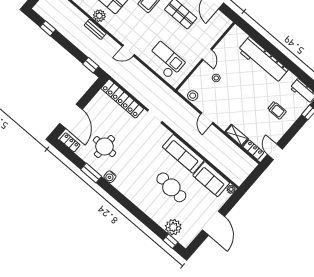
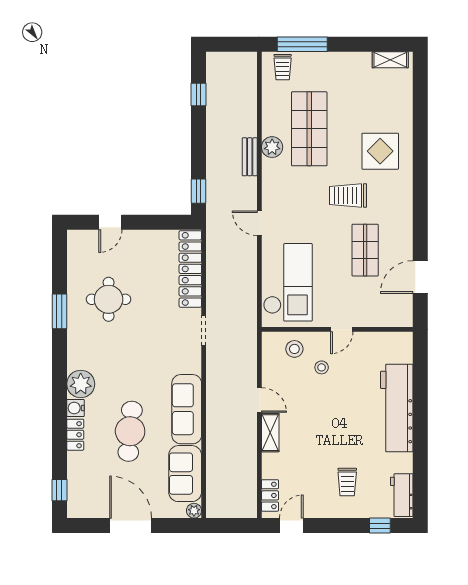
checkout: (165, 60) -> (288, 282), width x1.36, depth x1.21
stool: (193, 96) -> (294, 349), moved
door: (71, 116) -> (110, 222), width x0.53
door: (207, 118) -> (259, 400), swing flipped
shelving: (237, 135) -> (270, 433), moved
locker: (70, 142) -> (75, 435), moved
water cooler: (110, 177) -> (76, 408), moved
door: (213, 223) -> (131, 526), swing flipped
plant: (173, 227) -> (81, 384), moved

